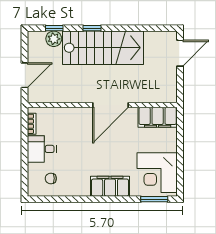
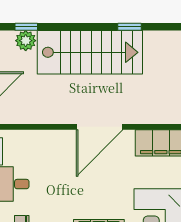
window: (92, 28) -> (130, 27), moved

